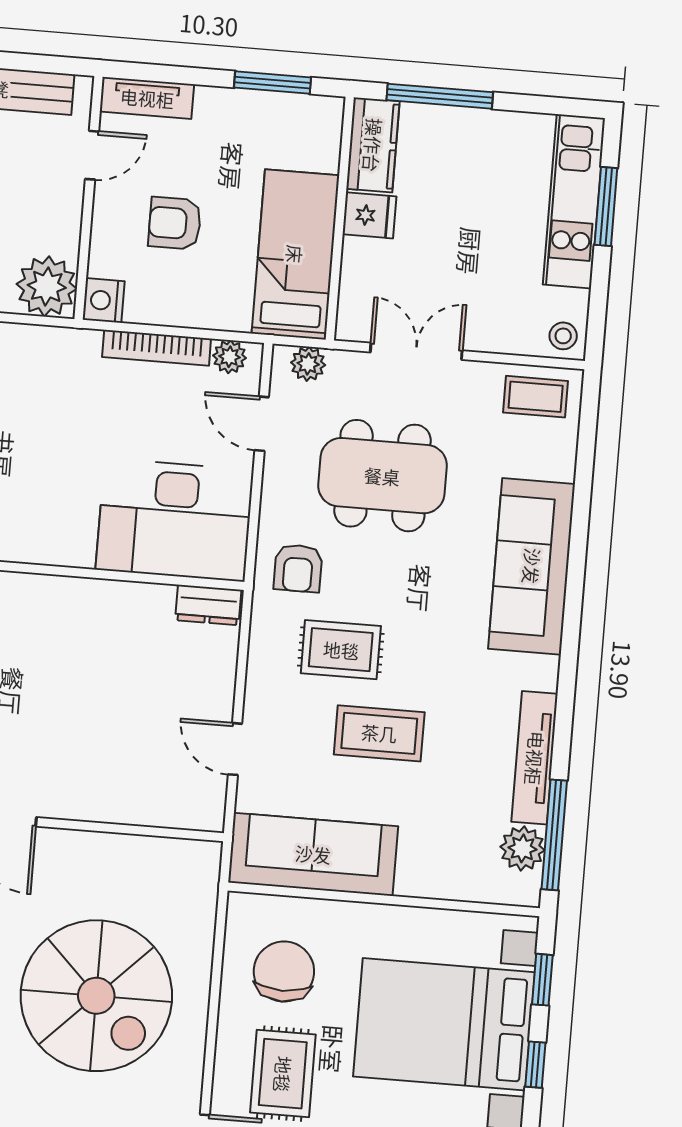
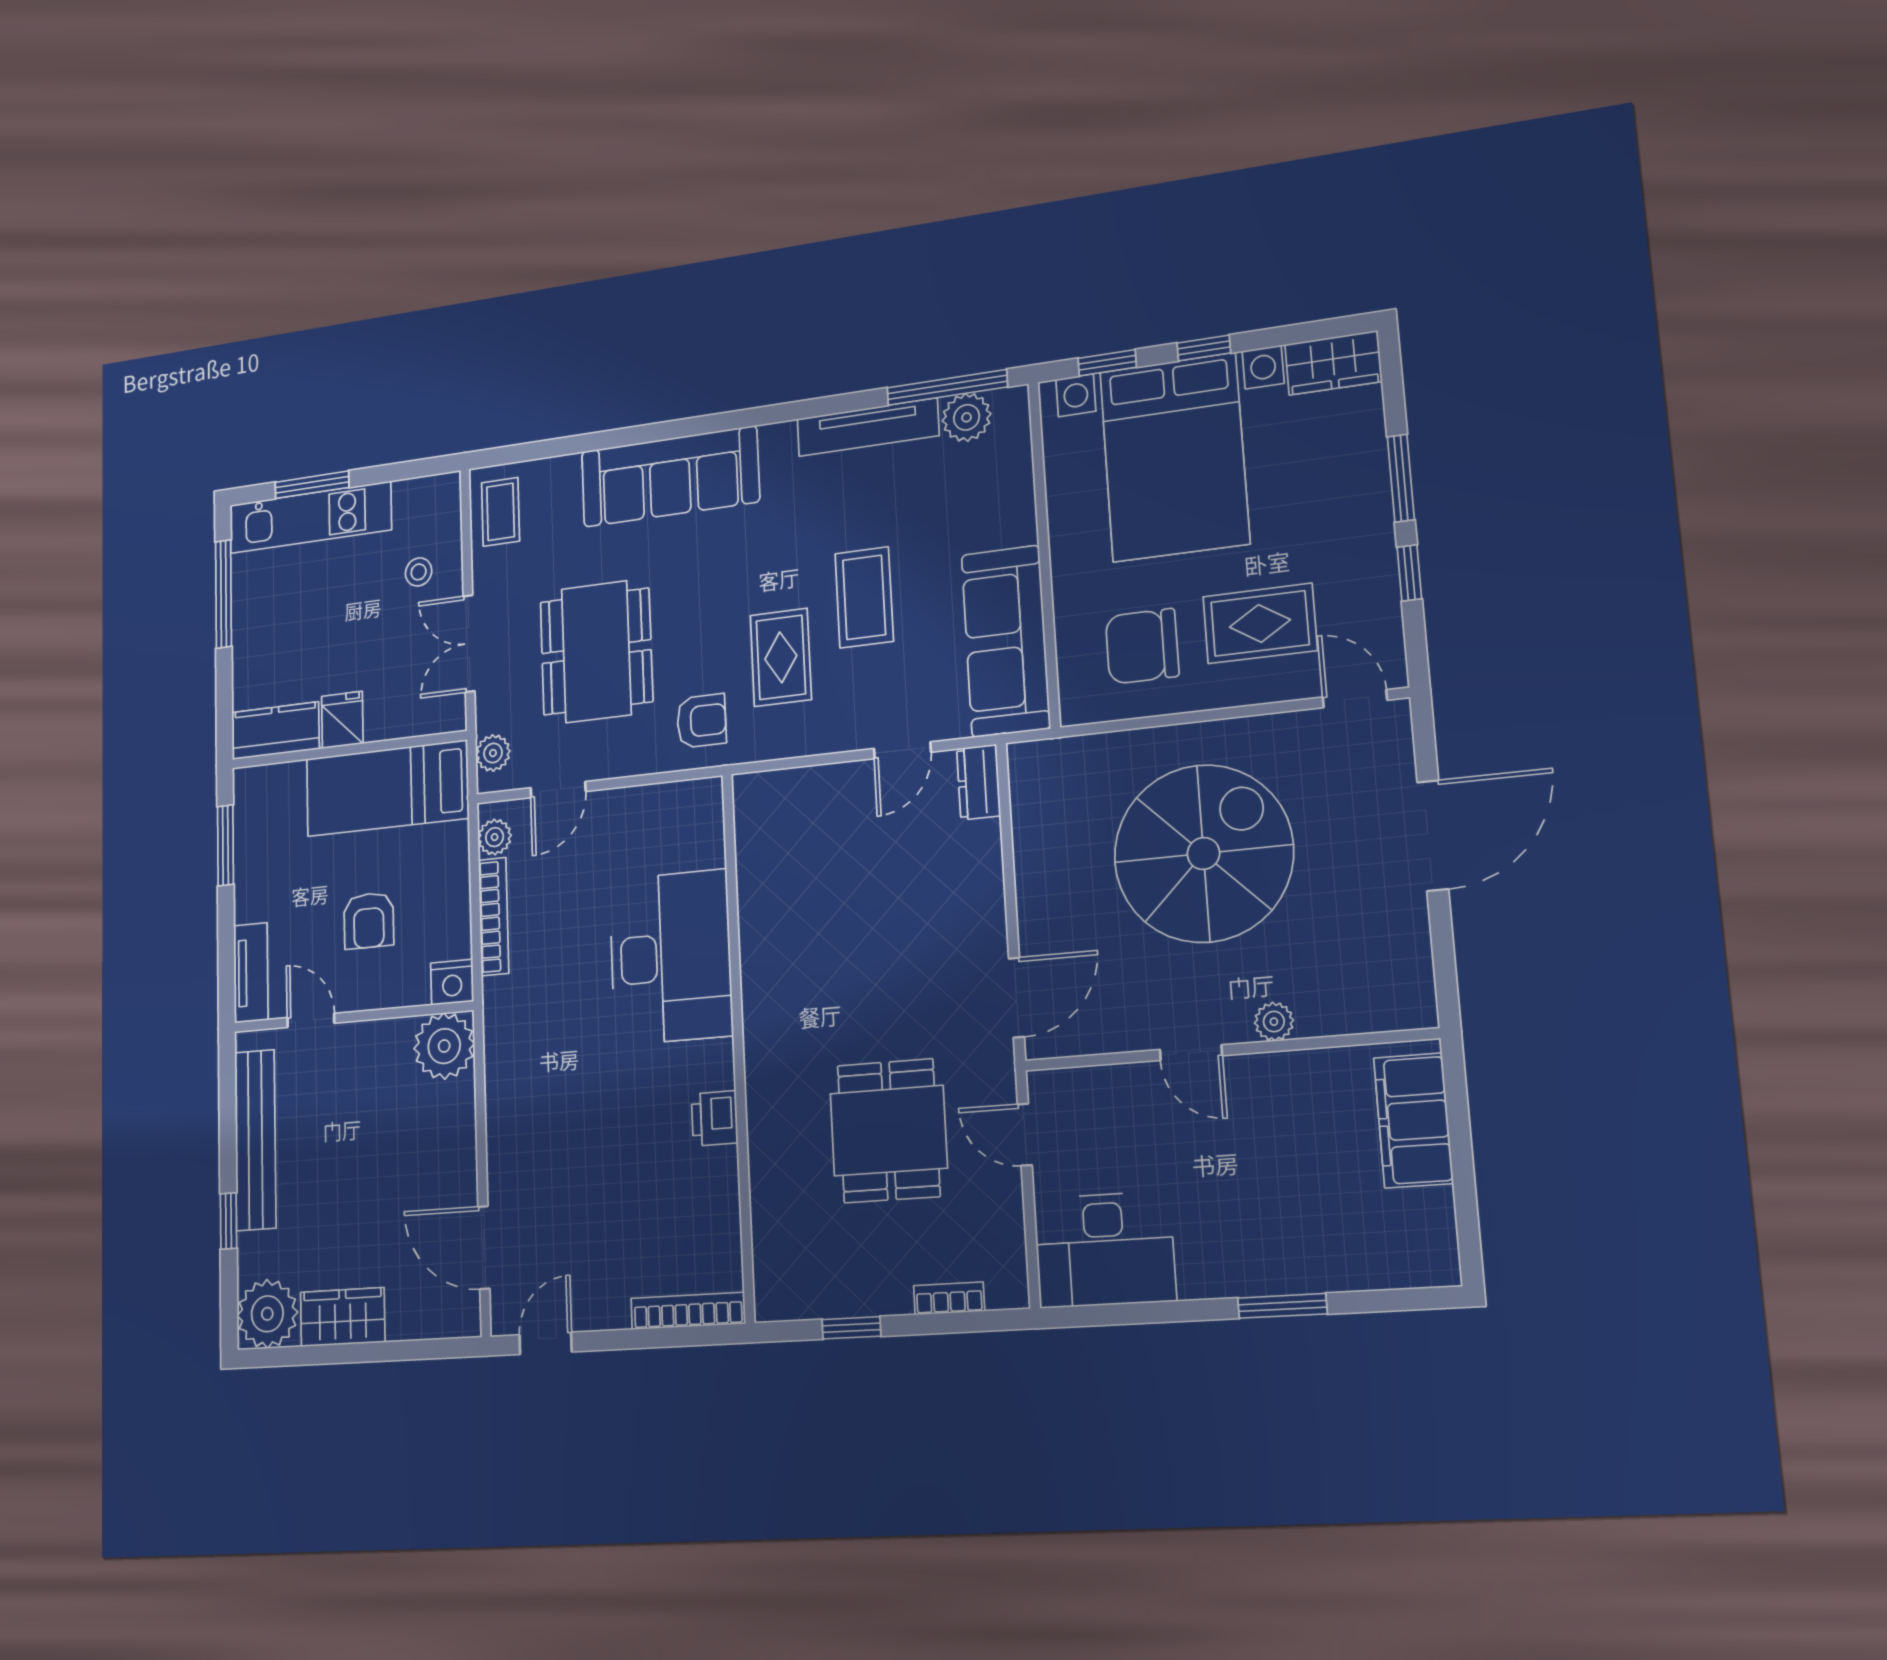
window: (440, 96) -> (223, 594), moved
stool: (563, 336) -> (419, 572), moved
desk: (175, 520) -> (671, 957), moved
dresser: (208, 605) -> (979, 782), moved, turned 180

